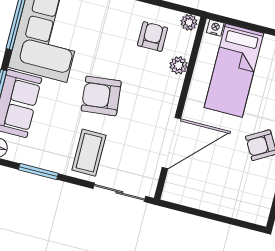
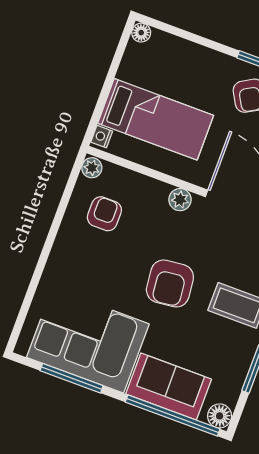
armchair: (153, 37) -> (104, 214), turned 90
plant: (179, 65) -> (180, 200), moved

